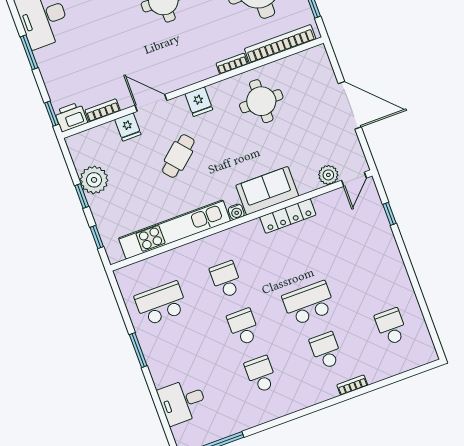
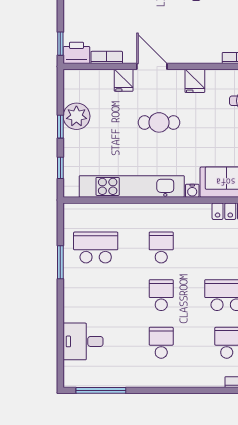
cafe table: (178, 156) -> (159, 122), turned 41
window: (138, 350) -> (60, 262), moved

